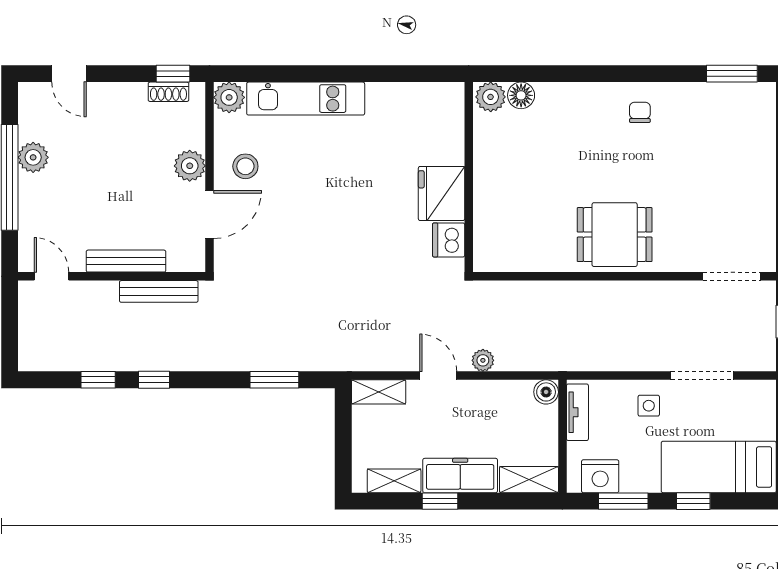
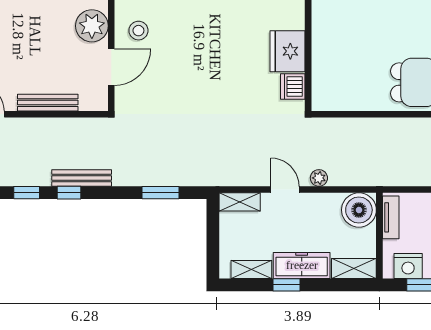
plant: (190, 166) -> (92, 26), width x1.36, depth x1.36
bench: (159, 291) -> (82, 178), moved
boiler: (546, 392) -> (359, 210), width x1.86, depth x1.86

